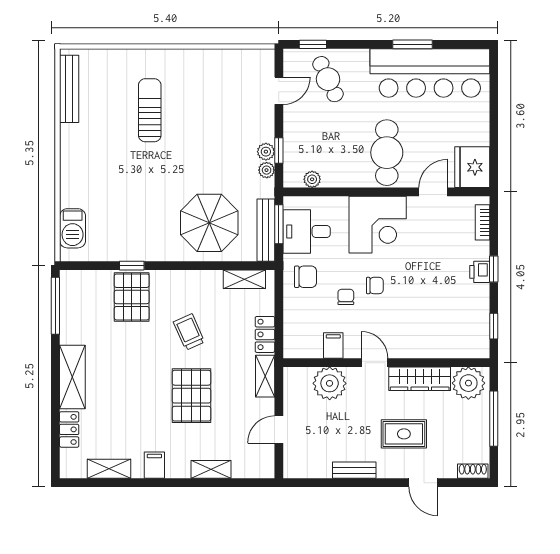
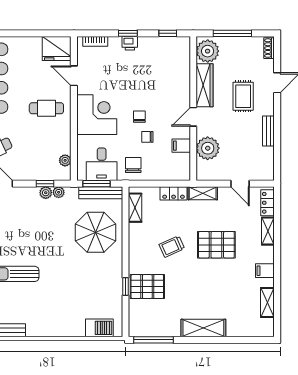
cafe table: (387, 153) -> (46, 108), width x0.73, depth x0.74
locker: (69, 429) -> (268, 203), moved, turned -90

